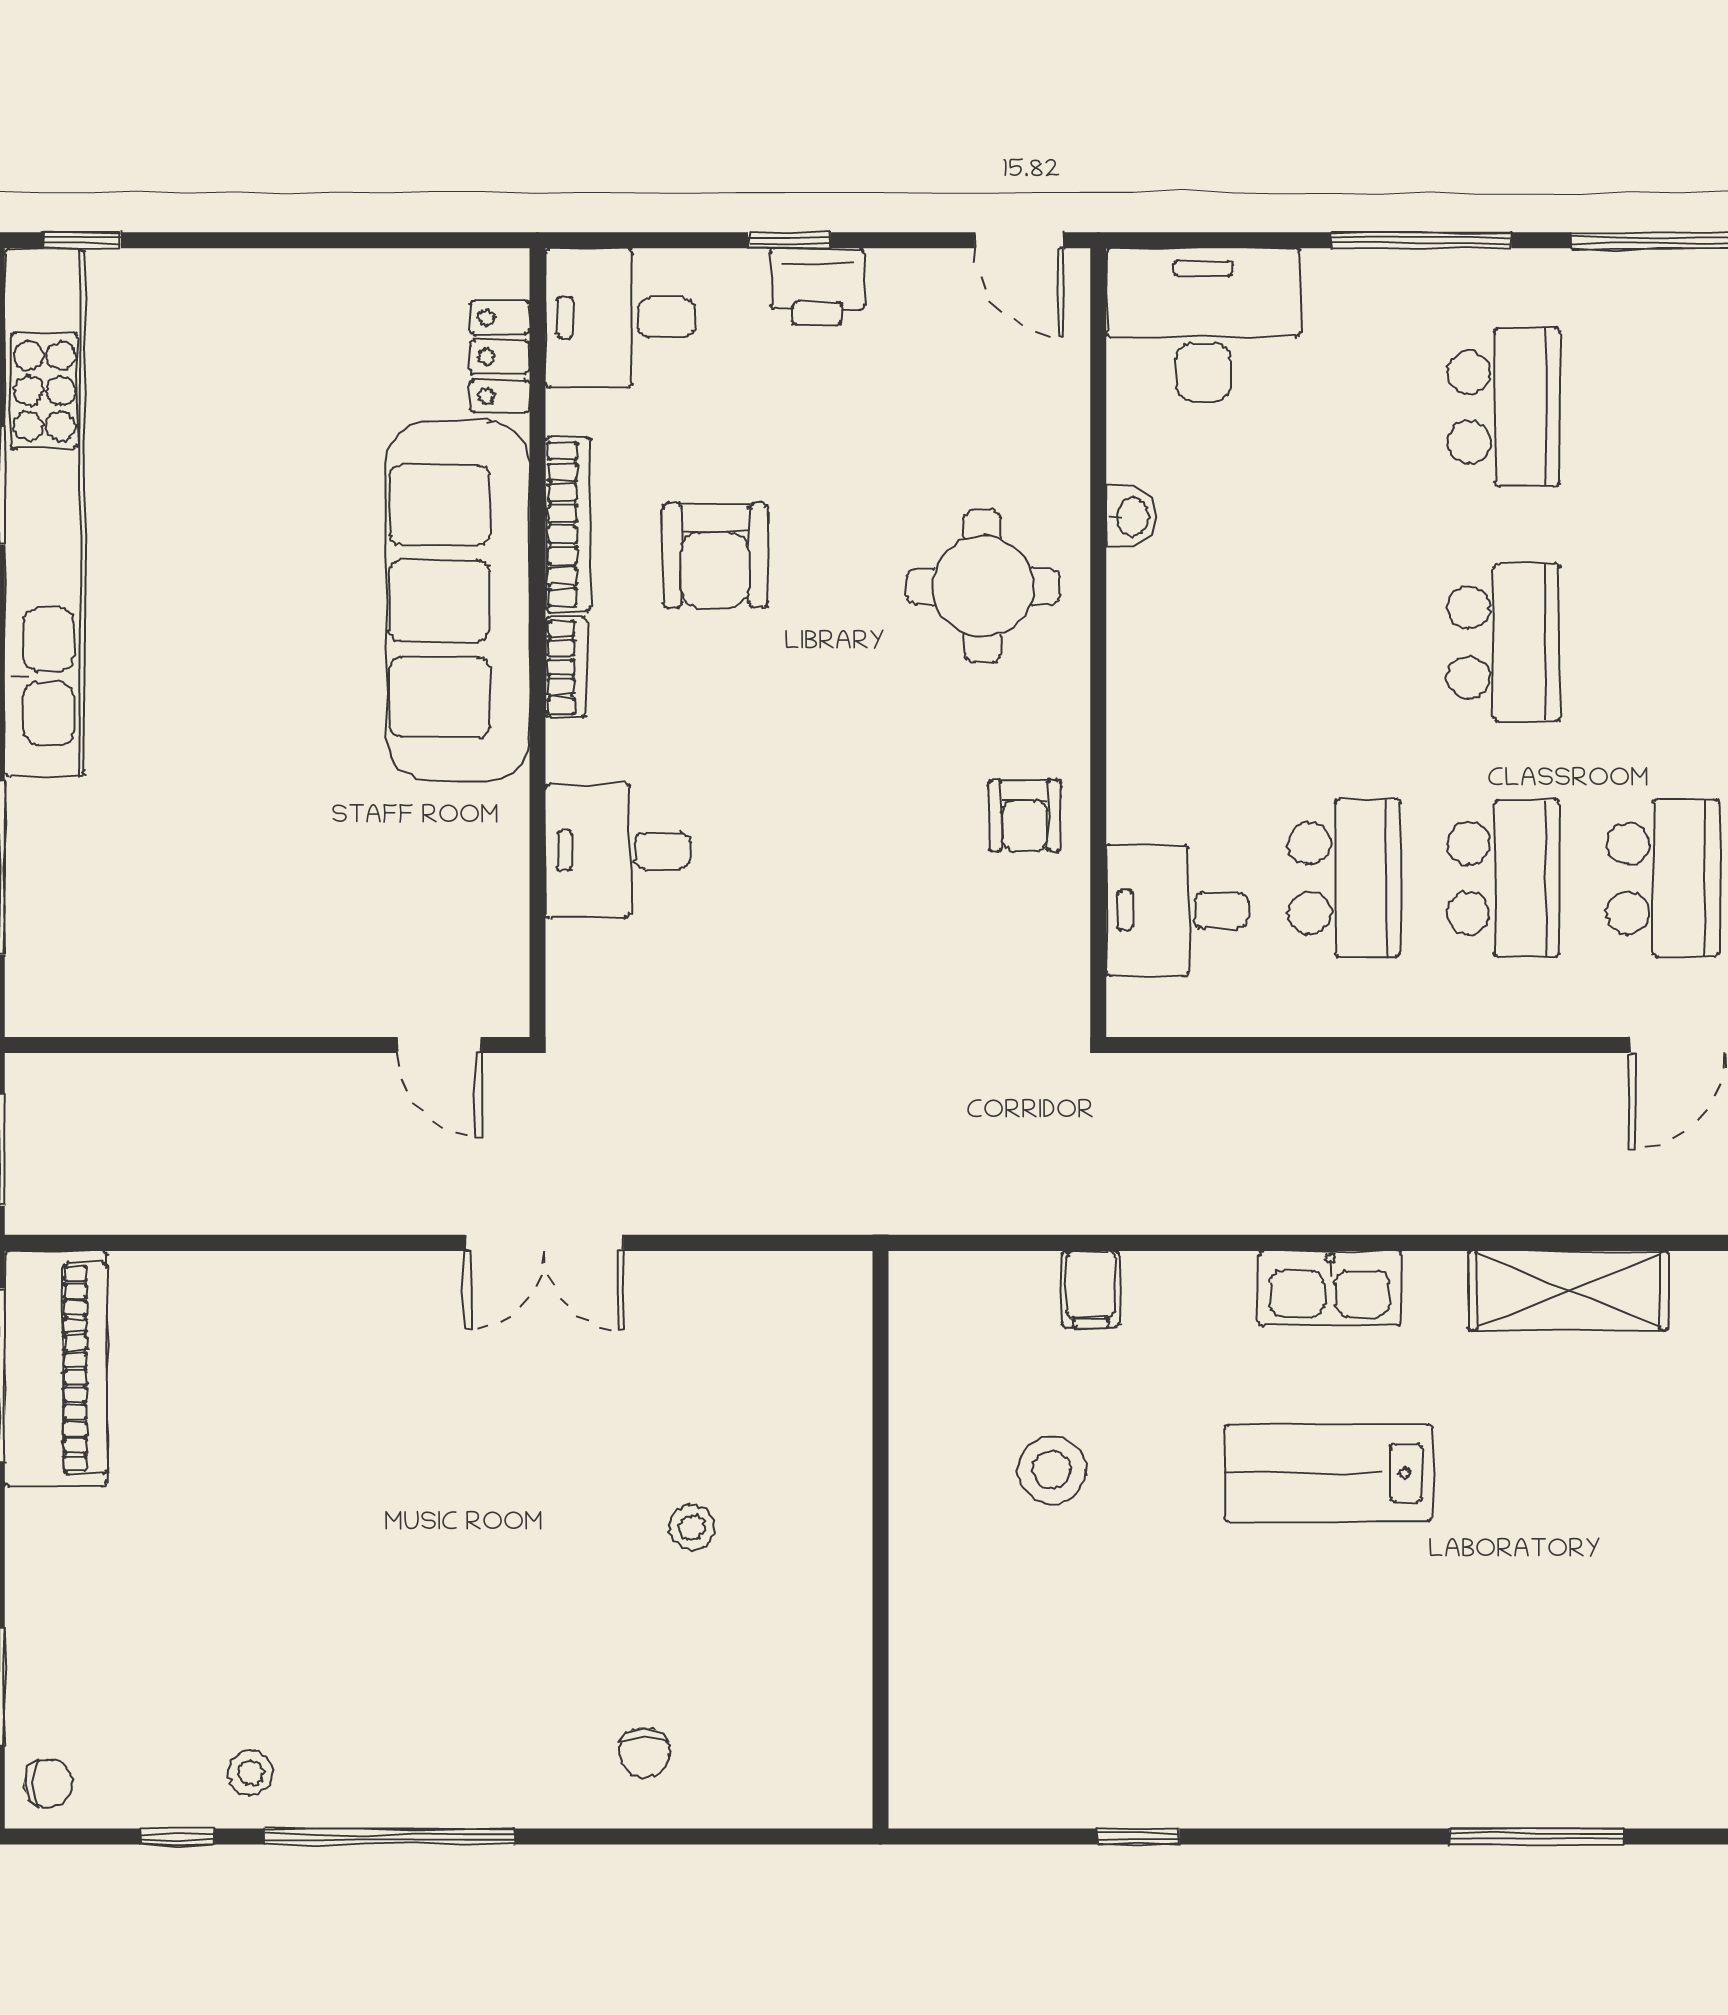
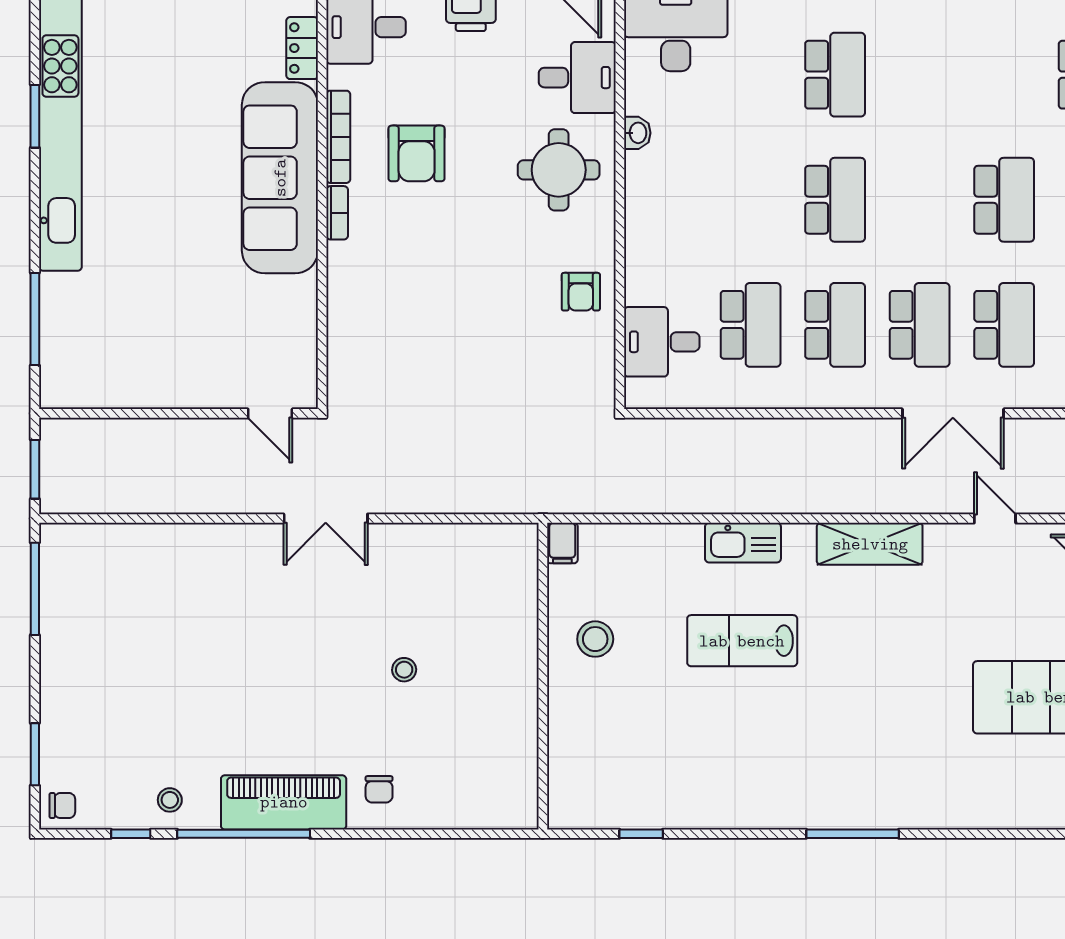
desk: (618, 851) -> (577, 78), moved, turned 180
filing cabinet: (1091, 1289) -> (562, 543), moved
piano: (56, 1369) -> (284, 802), moved, turned -90
wall: (881, 1540) -> (543, 676), moved

